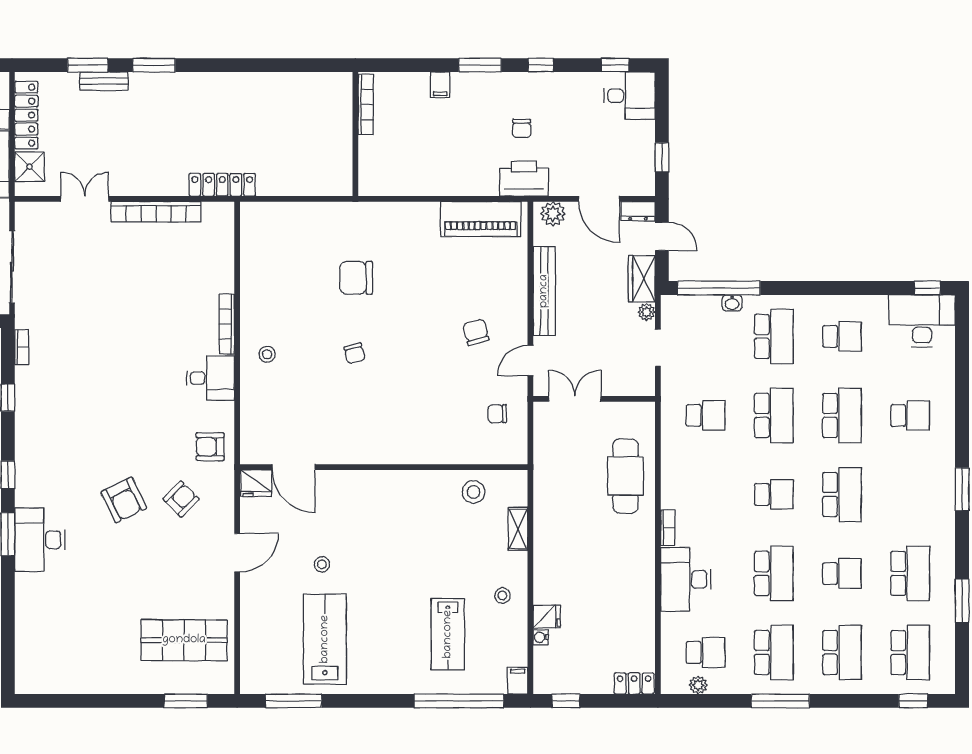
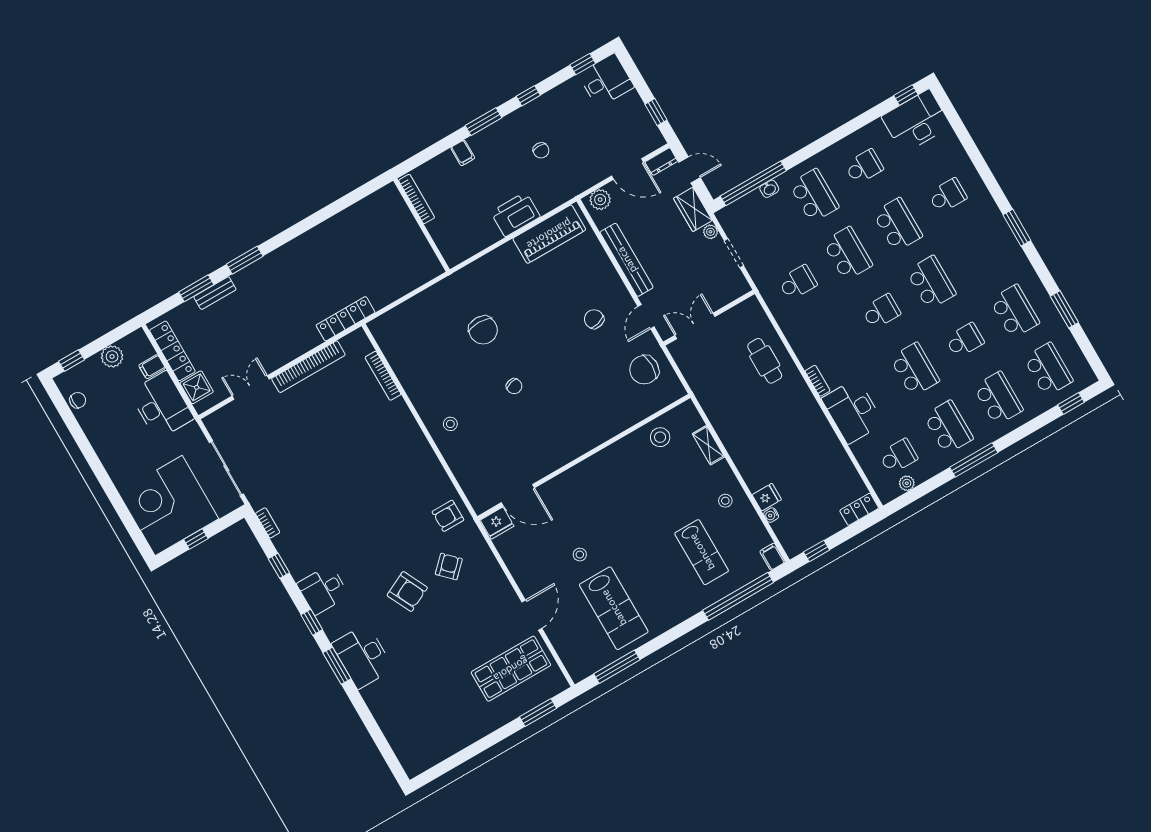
printer: (524, 179) -> (515, 214), moved
chair: (356, 278) -> (483, 330), turned -90
bookcase: (227, 324) -> (383, 376), moved
desk: (211, 378) -> (323, 590), moved, turned 180
chair: (497, 414) -> (644, 370), width x1.87, depth x1.87
cafe table: (626, 476) -> (765, 361), width x0.73, depth x0.74
door: (237, 553) -> (532, 615), moved
lab bench: (325, 639) -> (614, 608), turned 180

